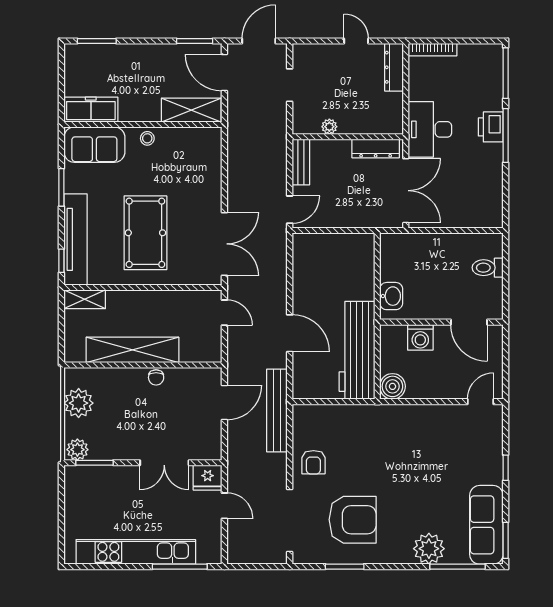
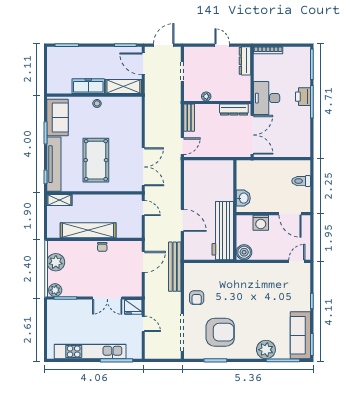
freezer: (91, 110) -> (88, 86), moved
sofa: (94, 145) -> (58, 117), moved, turned -90

